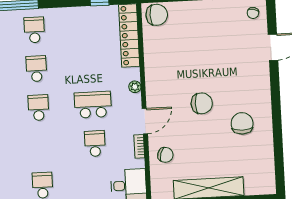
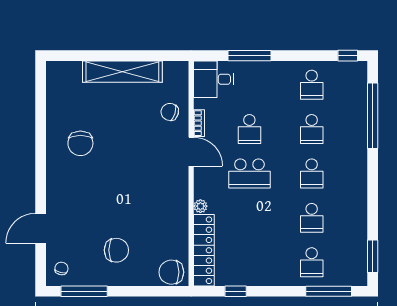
plant: (135, 87) -> (200, 206), moved
chair: (202, 103) -> (116, 250), moved, turned 180
door: (145, 121) -> (191, 152), swing flipped
school desk: (40, 146) -> (312, 129), added

